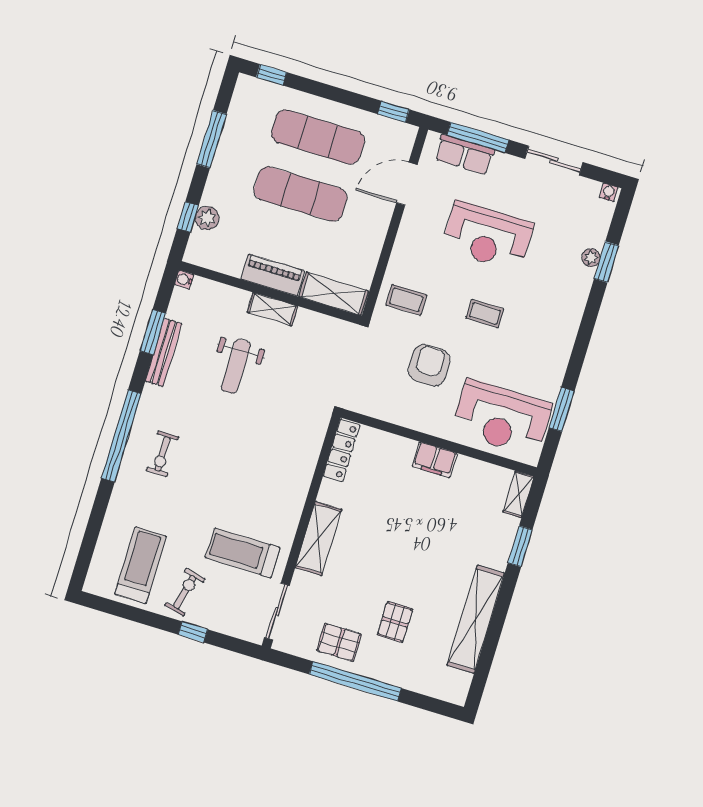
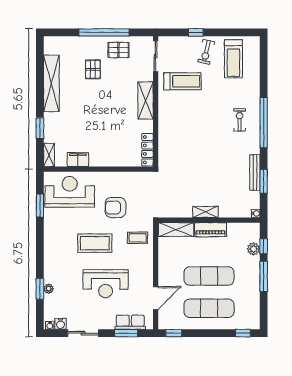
window: (478, 137) -> (126, 333), width x0.69
window: (212, 139) -> (264, 276), moved
water cooler: (589, 189) -> (60, 324), added
reception desk: (488, 236) -> (106, 284), turned 180
coffee table: (485, 313) -> (95, 243), width x1.86, depth x1.72
armchair: (429, 365) -> (115, 208), turned 90
weight bench: (236, 366) -> (215, 177), removed
filing cabinet: (435, 460) -> (78, 160), moved

